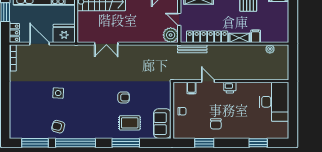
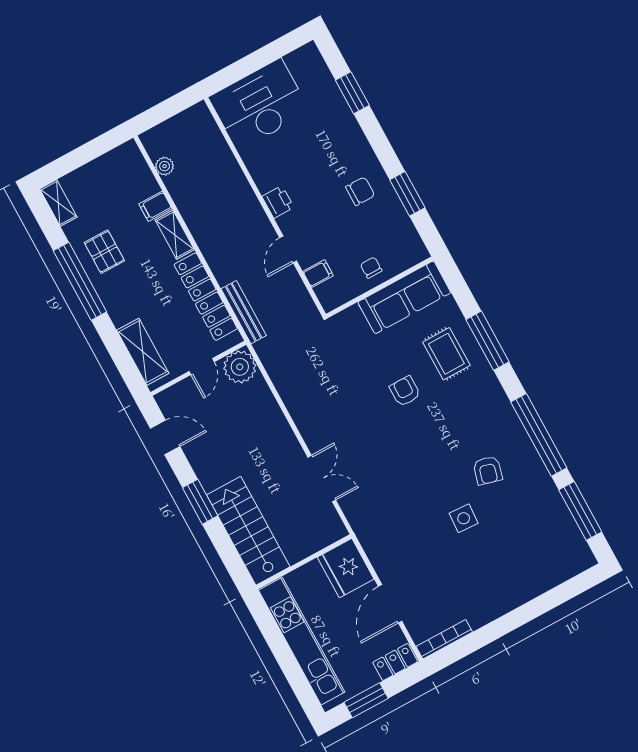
sofa: (162, 124) -> (404, 297), width x1.36
armchair: (58, 127) -> (488, 470), moved

